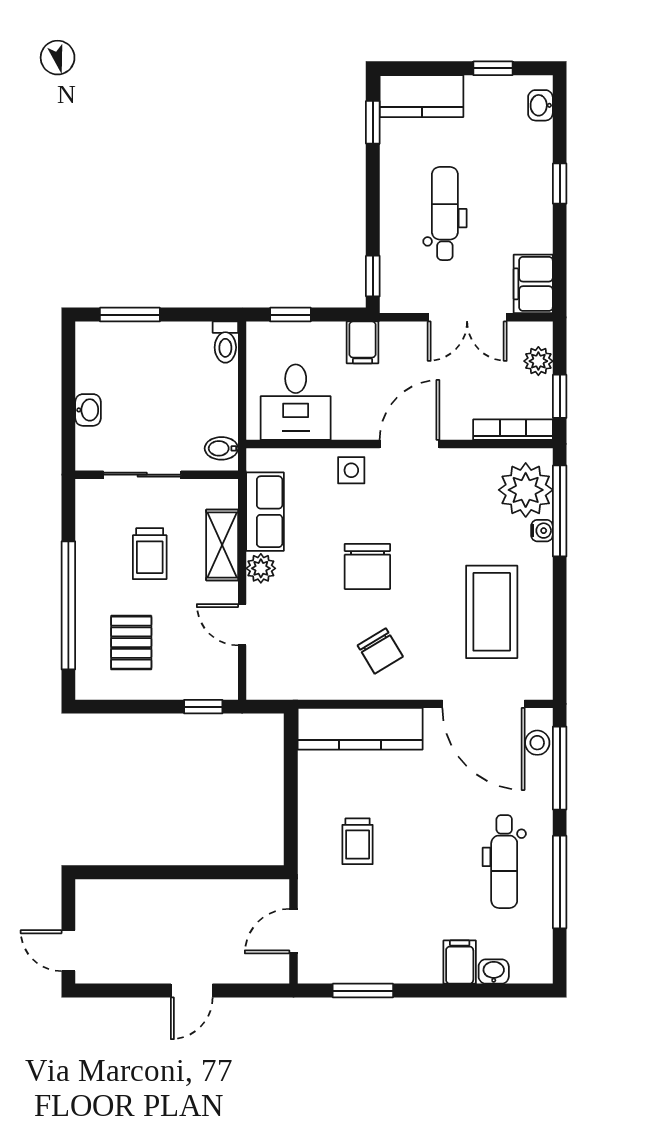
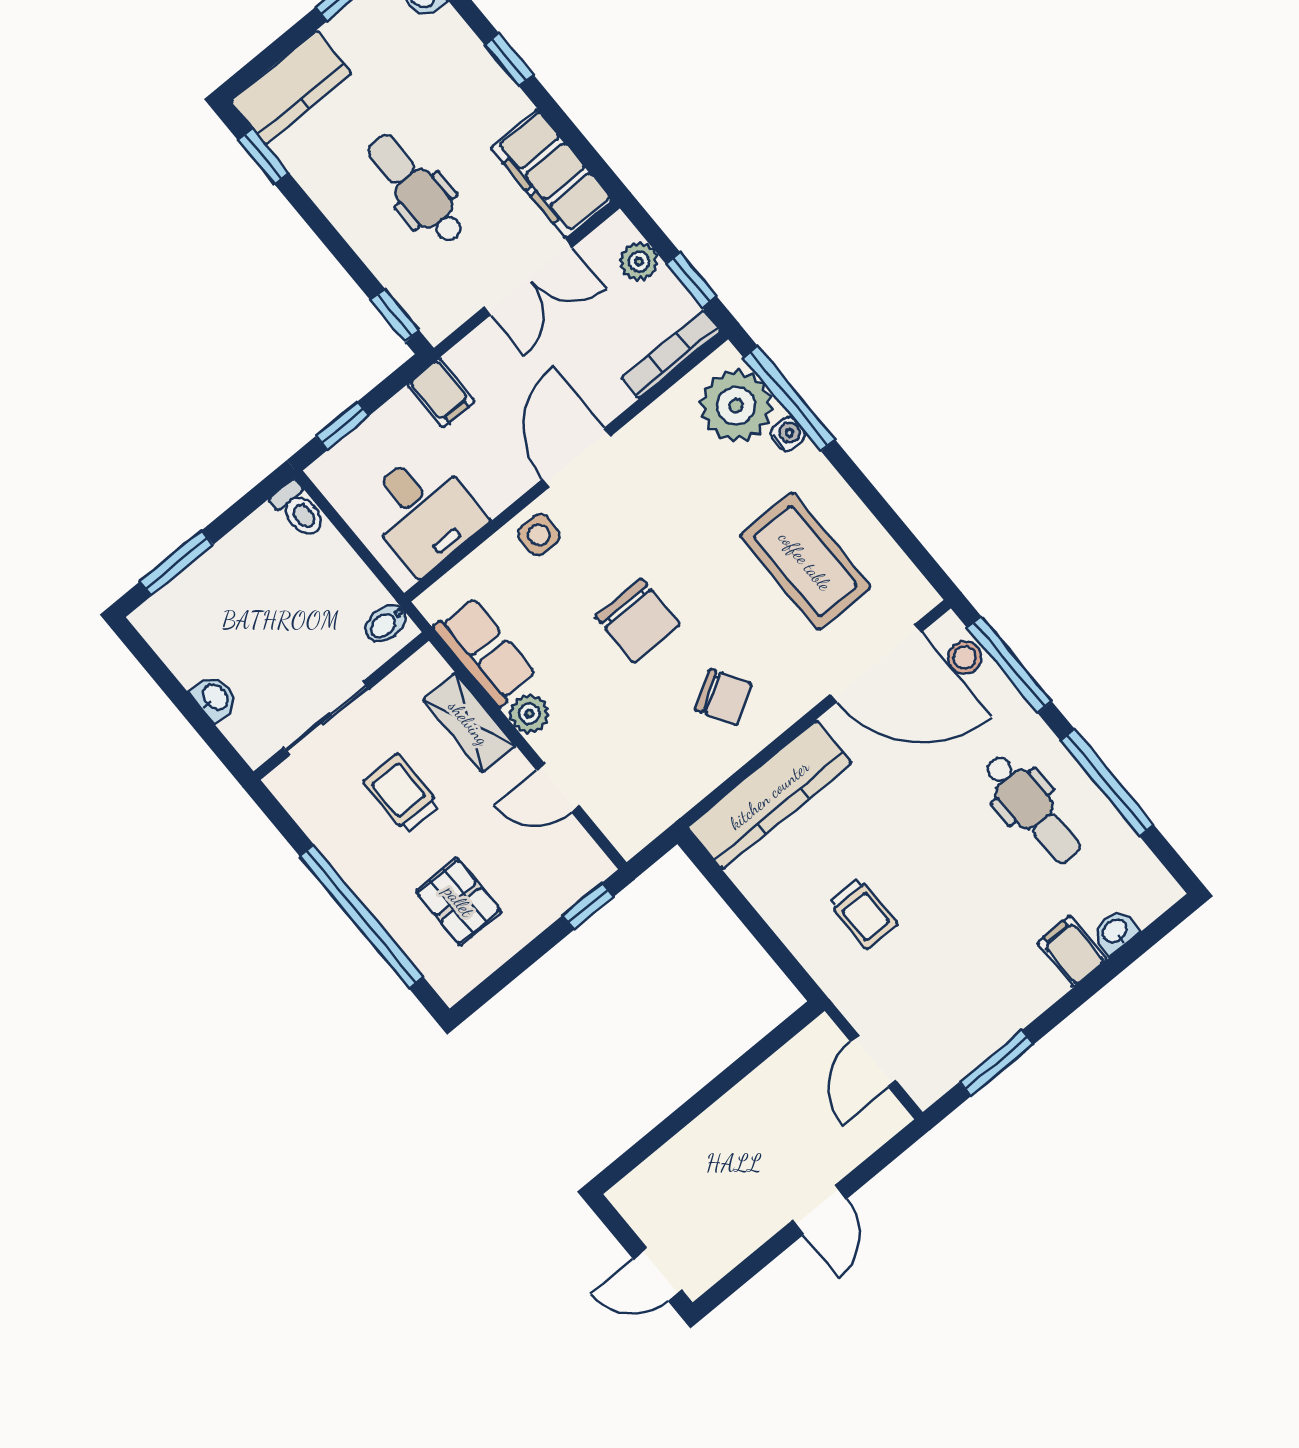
filing cabinet: (533, 284) -> (552, 174), width x1.50, depth x1.17
trolley: (150, 554) -> (402, 794), turned 180

